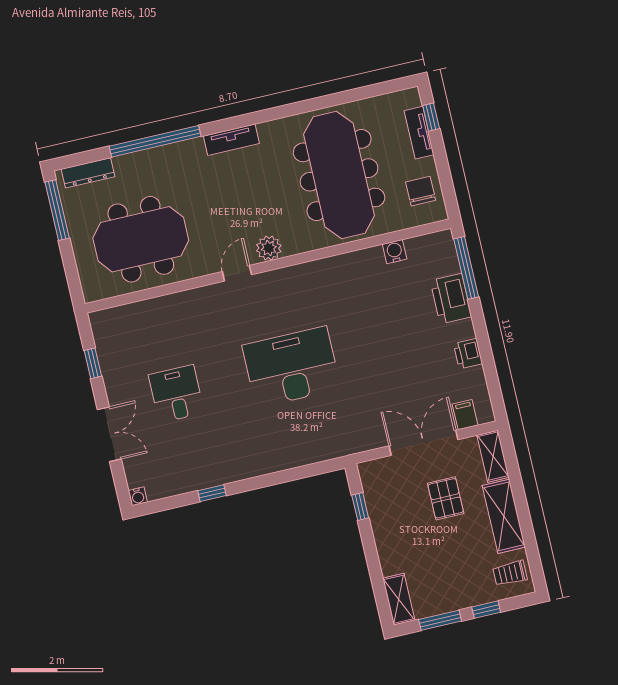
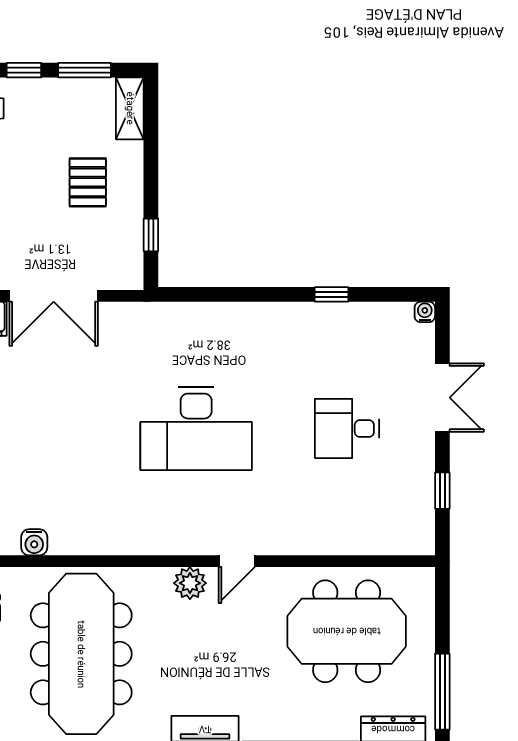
desk: (176, 394) -> (347, 429), turned 90
double door: (109, 434) -> (442, 398), swing flipped
pallet: (446, 498) -> (88, 182), moved

